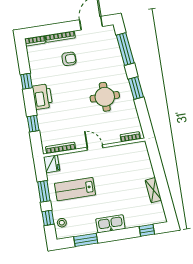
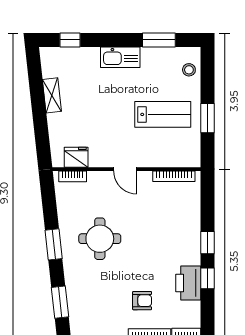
window: (125, 49) -> (60, 302), width x0.69
armchair: (69, 59) -> (142, 301), turned 180
printer: (42, 97) -> (188, 283), moved
window: (33, 124) -> (207, 243), moved
fridge: (51, 164) -> (76, 157), moved, turned 90
window: (48, 218) -> (207, 80), removed

